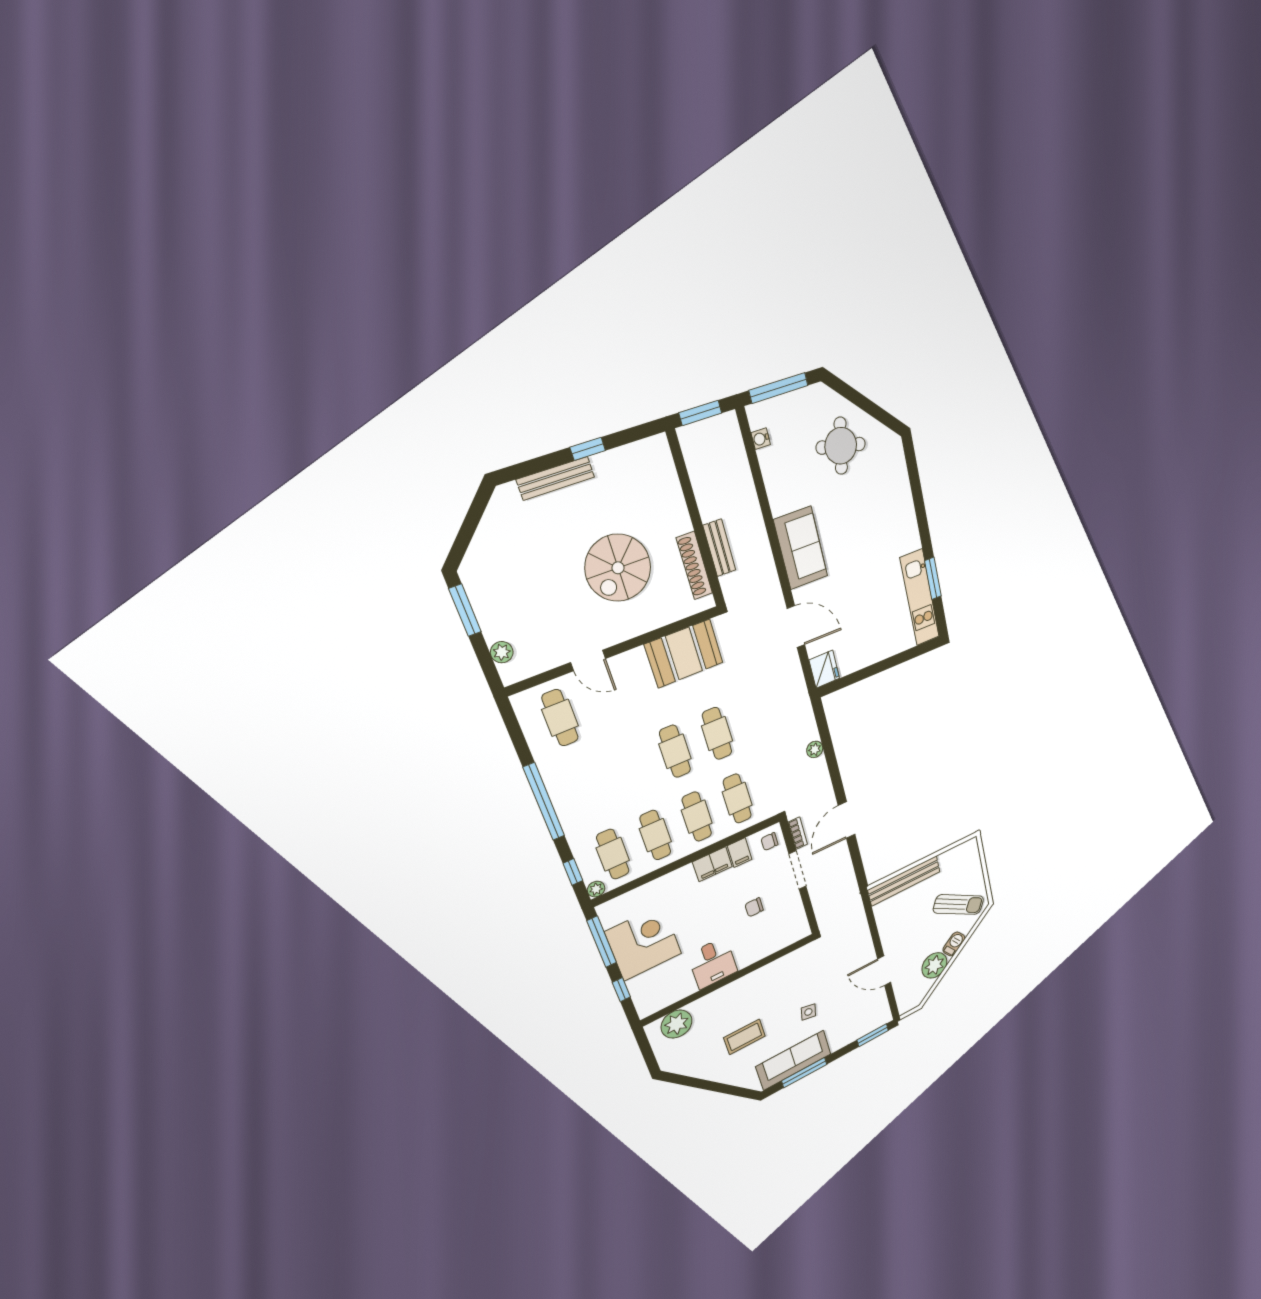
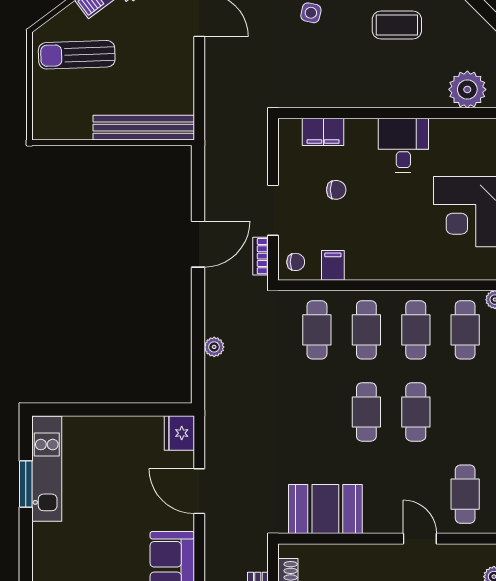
cafe table: (717, 734) -> (416, 412), moved
filing cabinet: (712, 864) -> (323, 132), moved, turned 180
sun lounger: (958, 905) -> (77, 55), turned -32

